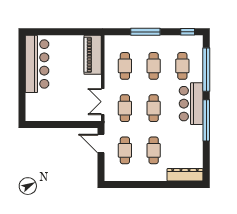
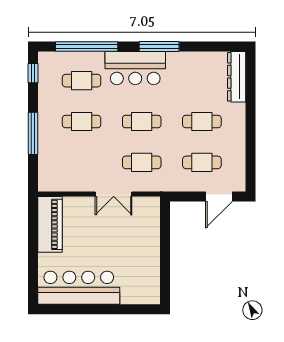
piano: (93, 55) -> (50, 224), moved, turned -90
cafe table: (125, 66) -> (82, 162), removed
double door: (103, 102) -> (114, 194), moved
window: (206, 120) -> (159, 47), width x0.68
door: (101, 144) -> (219, 196), moved

